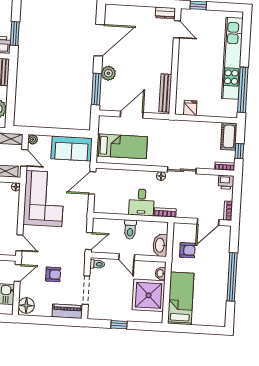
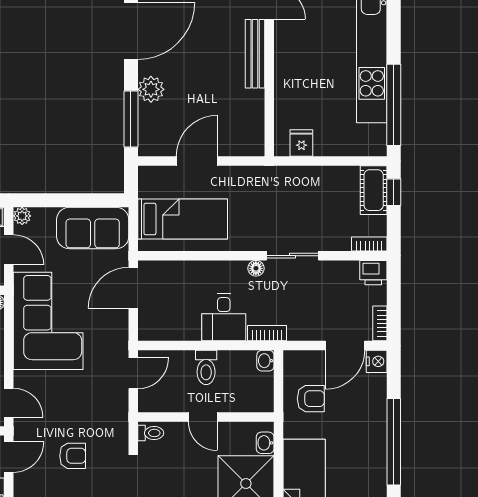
bench: (165, 93) -> (255, 54), moved
window: (239, 151) -> (394, 192), moved
nightstand: (225, 232) -> (377, 361), added
door: (89, 241) -> (133, 373), moved
washbasin: (160, 245) -> (265, 361), moved, width x0.52, depth x0.69

